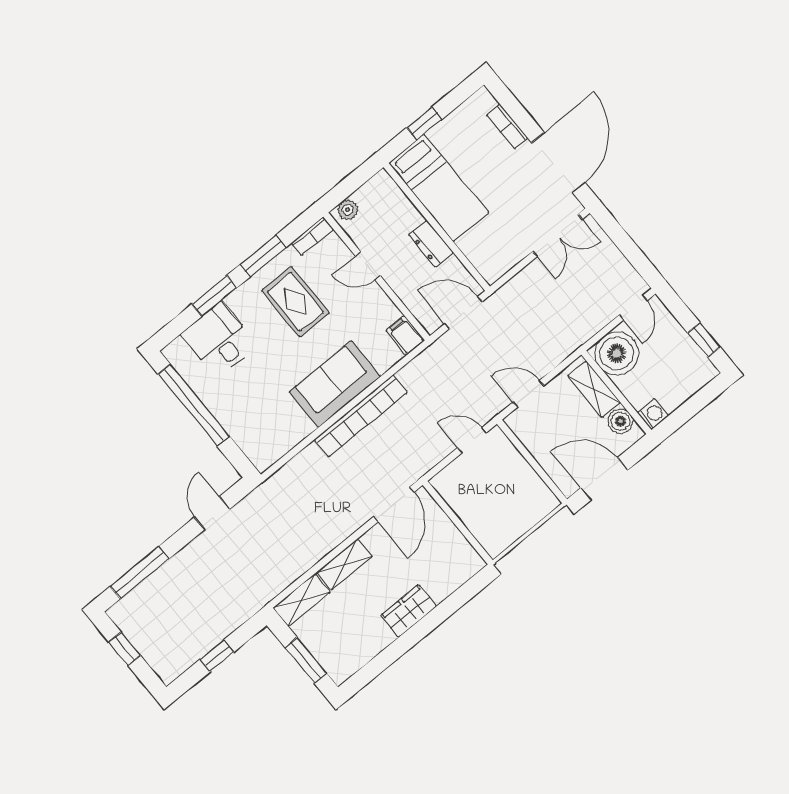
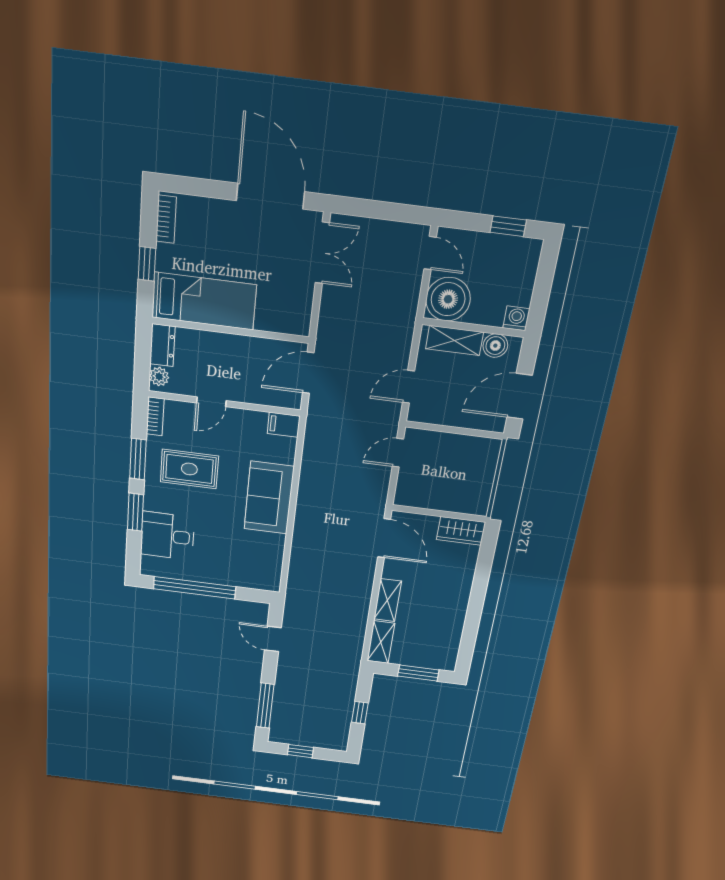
bookcase: (507, 126) -> (166, 219), moved, turned -90
dresser: (431, 244) -> (162, 345), moved, turned -90
bookcase: (361, 416) -> (307, 503), removed
wardrobe: (409, 611) -> (461, 531), moved, turned -90

